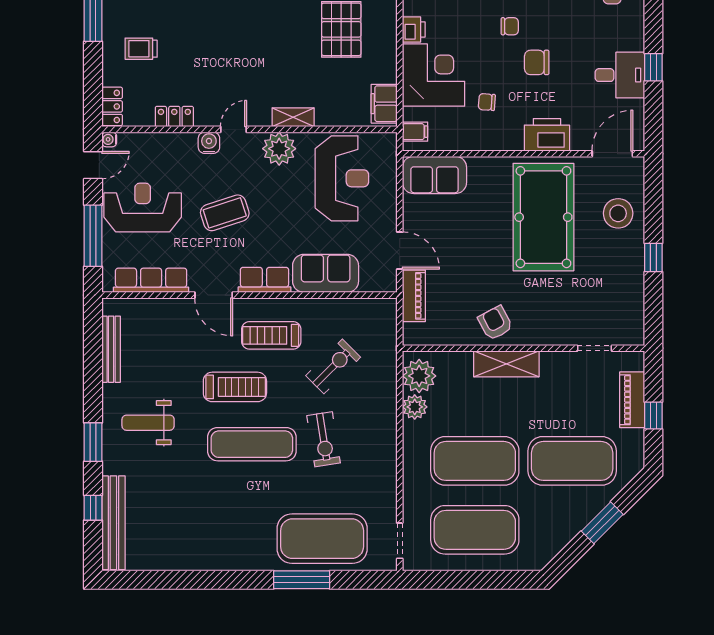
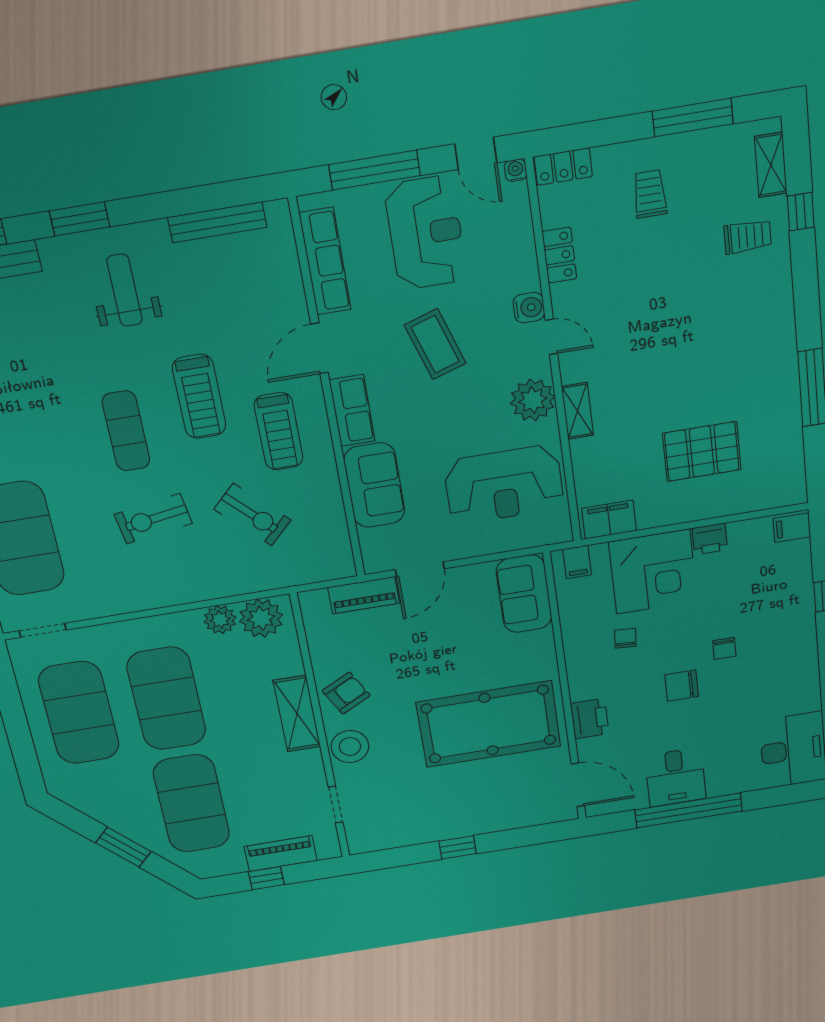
chair: (537, 62) -> (682, 686), turned -90
window: (653, 67) -> (689, 810), width x3.17
printer: (547, 135) -> (590, 719), width x0.73, depth x0.84
stool: (618, 213) -> (350, 747), moved
treadmill: (271, 335) -> (279, 431), turned 180
exercise mat: (252, 444) -> (126, 431), width x0.73, depth x0.69

